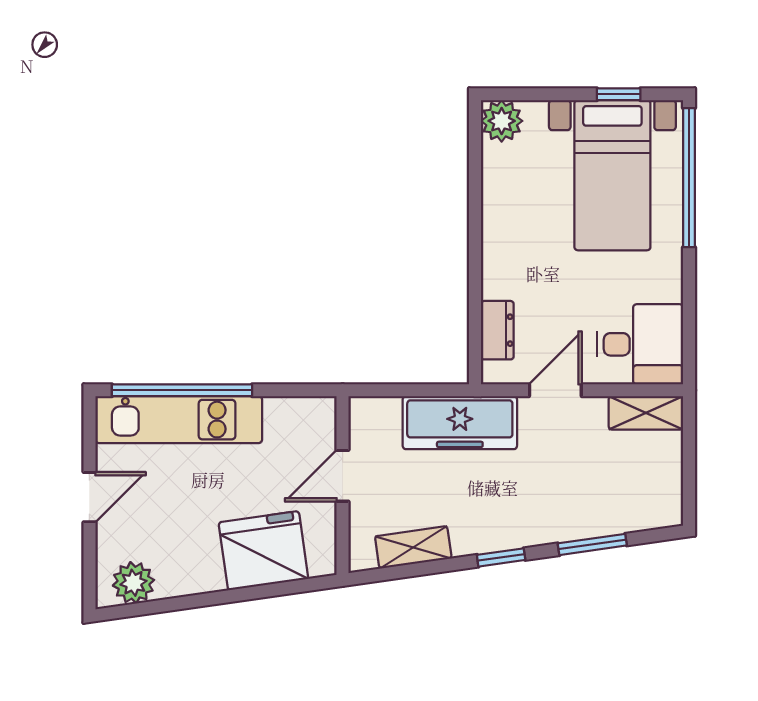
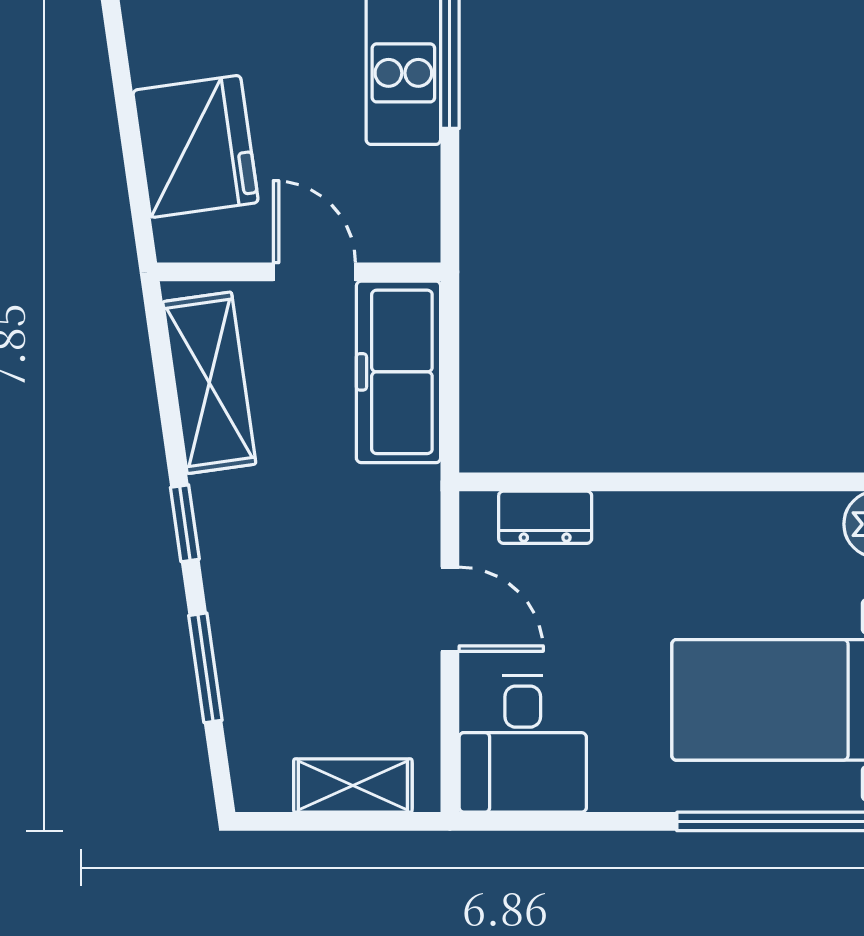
shelving: (646, 413) -> (353, 786), moved, turned 90
freezer: (460, 423) -> (399, 372), moved
shelving: (413, 547) -> (209, 383), width x1.50, depth x1.33

